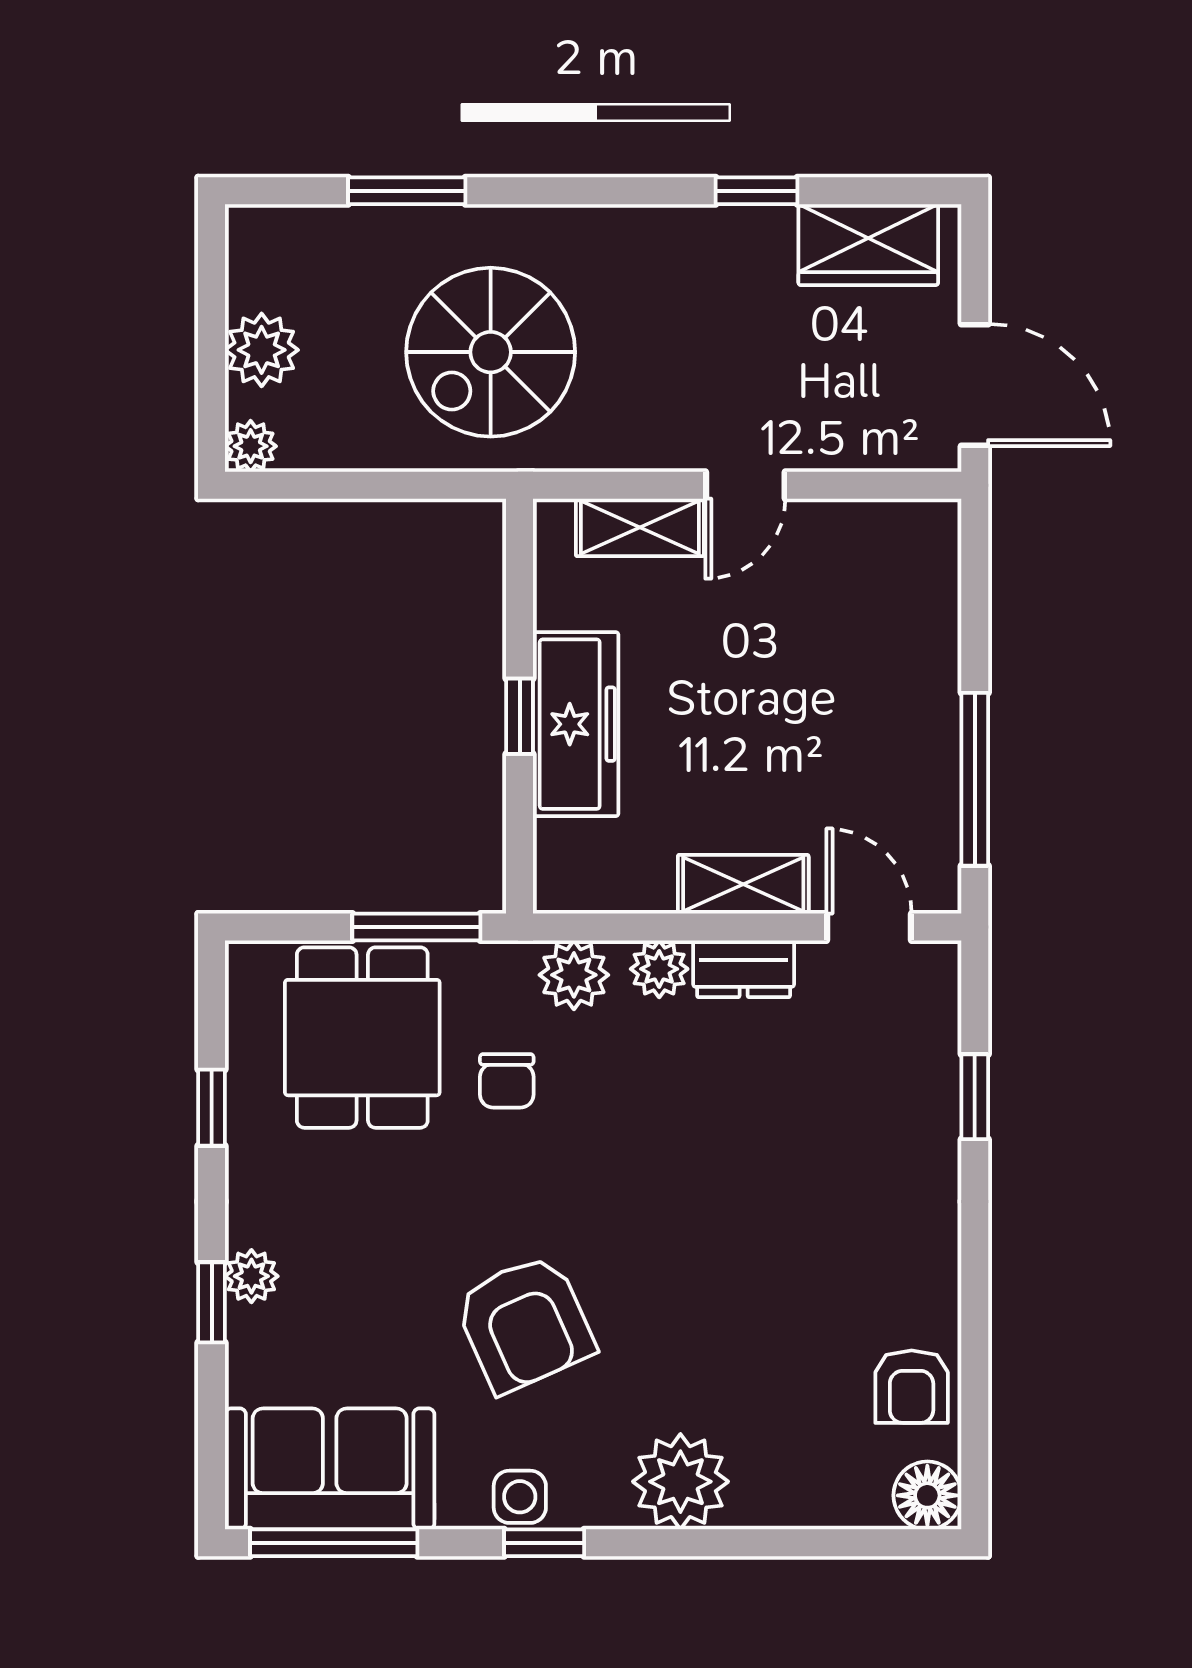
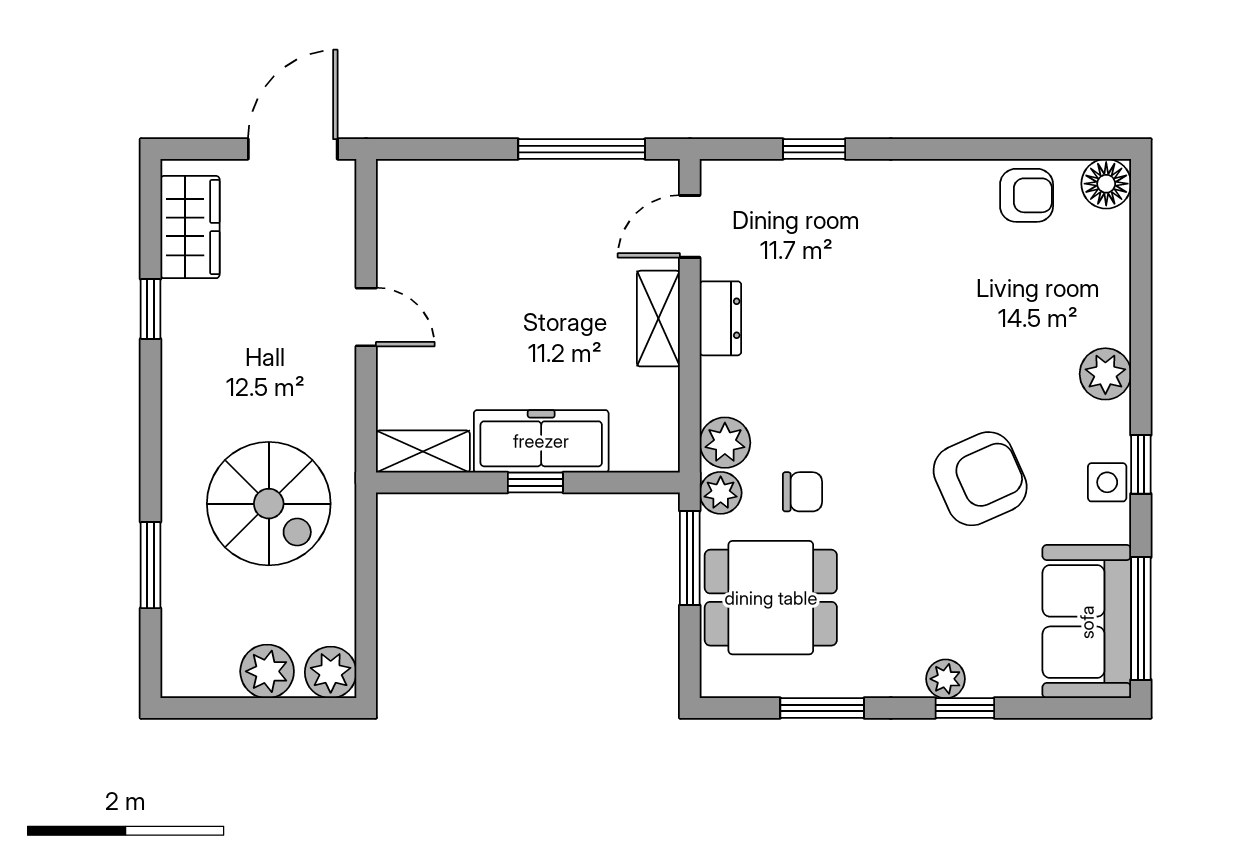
plant: (251, 446) -> (331, 672), width x1.38, depth x1.38
shelving: (640, 527) -> (423, 452), moved, turned 90
plant: (659, 969) -> (721, 493), moved
window: (212, 1108) -> (822, 708), width x1.50
plant: (680, 1482) -> (1105, 374), width x0.73, depth x0.73

